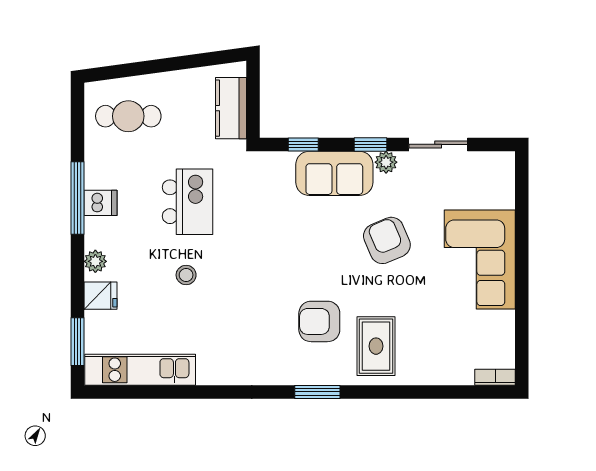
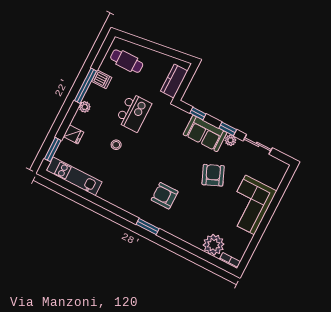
dishwasher: (101, 203) -> (102, 79), moved
plant: (95, 261) -> (85, 107), moved
rug: (376, 346) -> (184, 220), removed
plant: (451, 364) -> (214, 245), added

